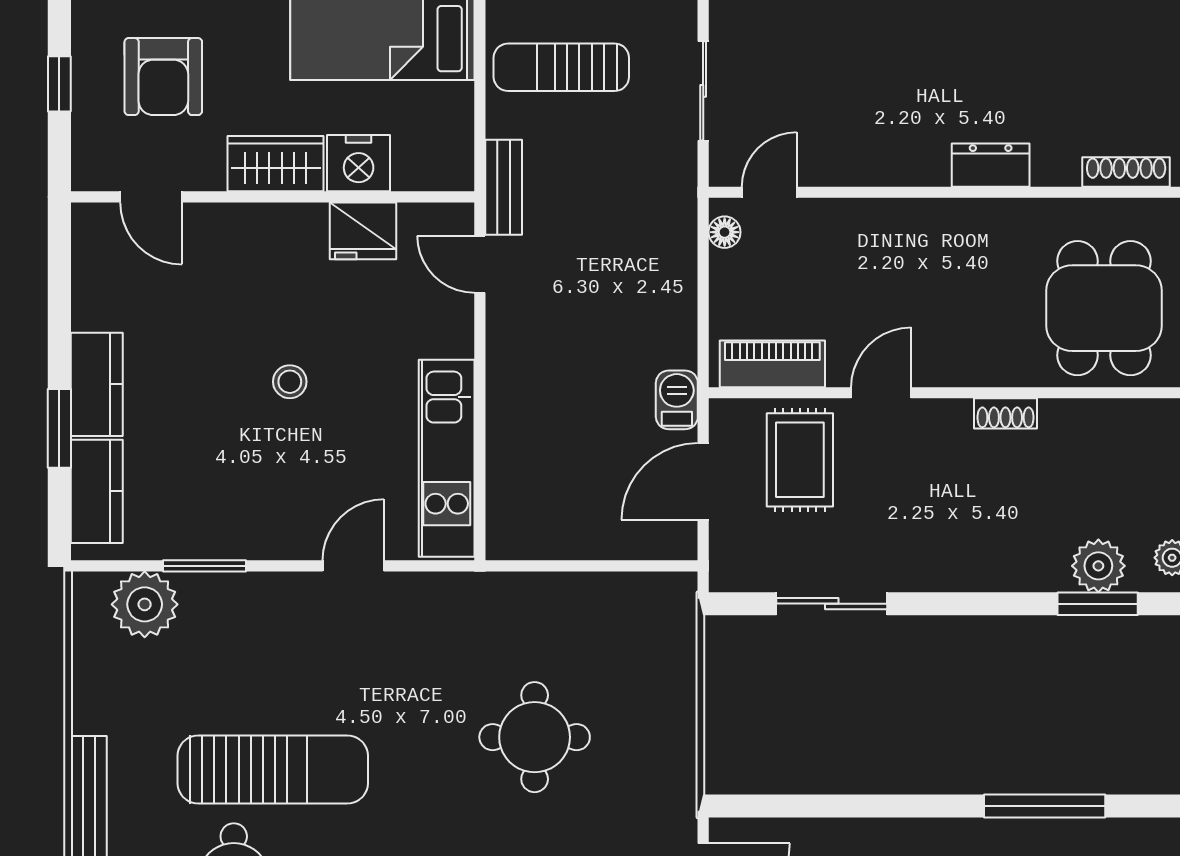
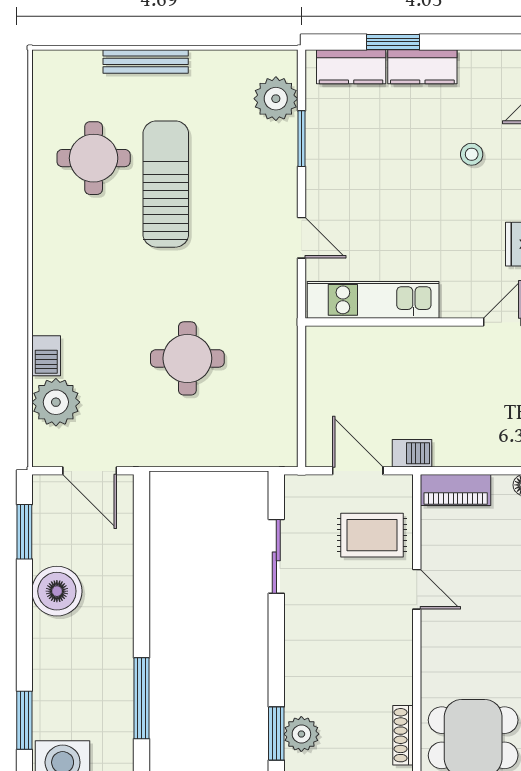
piano: (772, 364) -> (456, 490), moved, turned 90
stool: (290, 382) -> (472, 154), moved
shoe rack: (1005, 413) -> (403, 735), moved, width x1.43
sun lounger: (273, 770) -> (166, 184), turned 180

